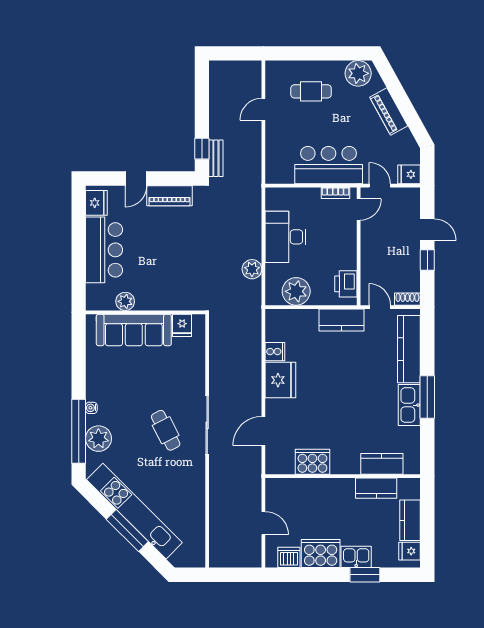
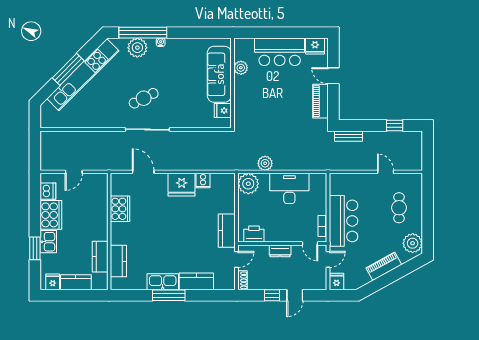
window: (202, 149) -> (395, 125), moved
dresser: (368, 249) -> (280, 251), added
plant: (296, 291) -> (248, 184), moved
kitchen counter: (409, 349) -> (196, 281), width x0.67

